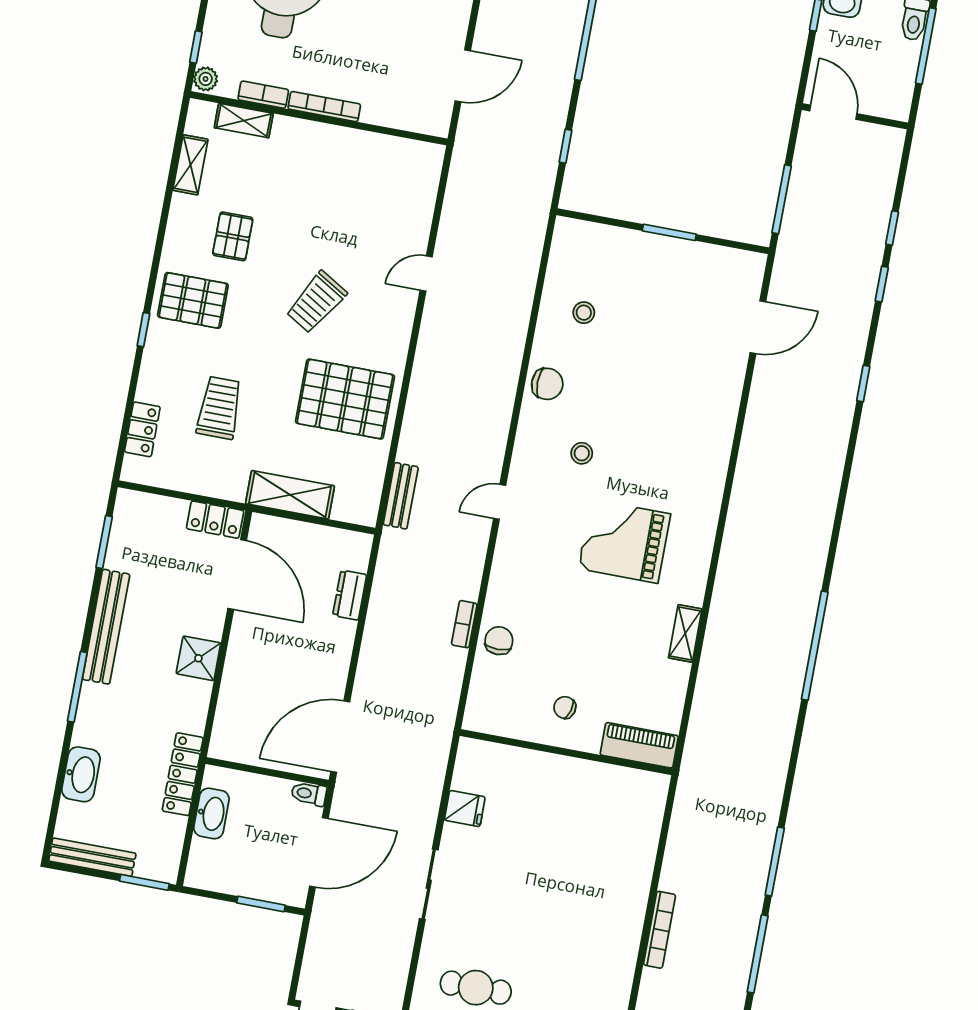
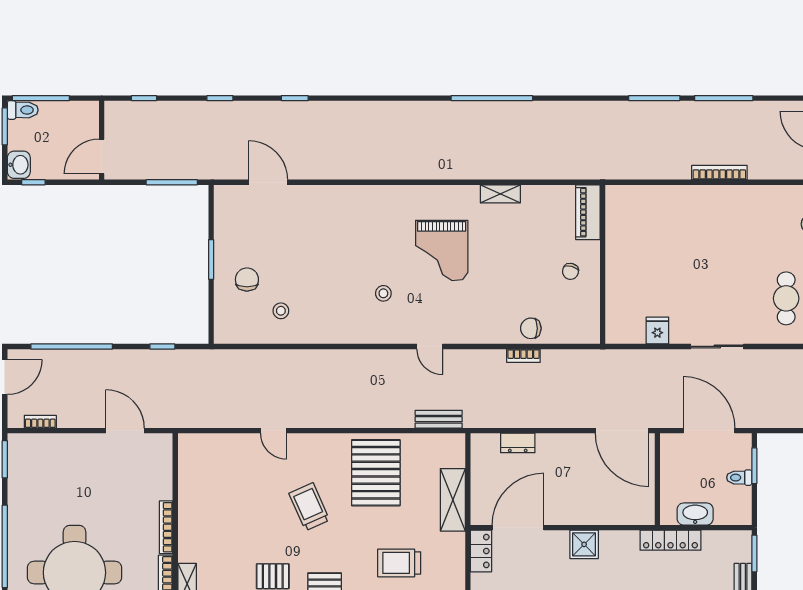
window: (892, 228) -> (144, 98), moved
trolley: (316, 302) -> (309, 507), turned -145
chair: (547, 384) -> (247, 280), moved
toilet: (309, 794) -> (739, 478), moved, turned 90

